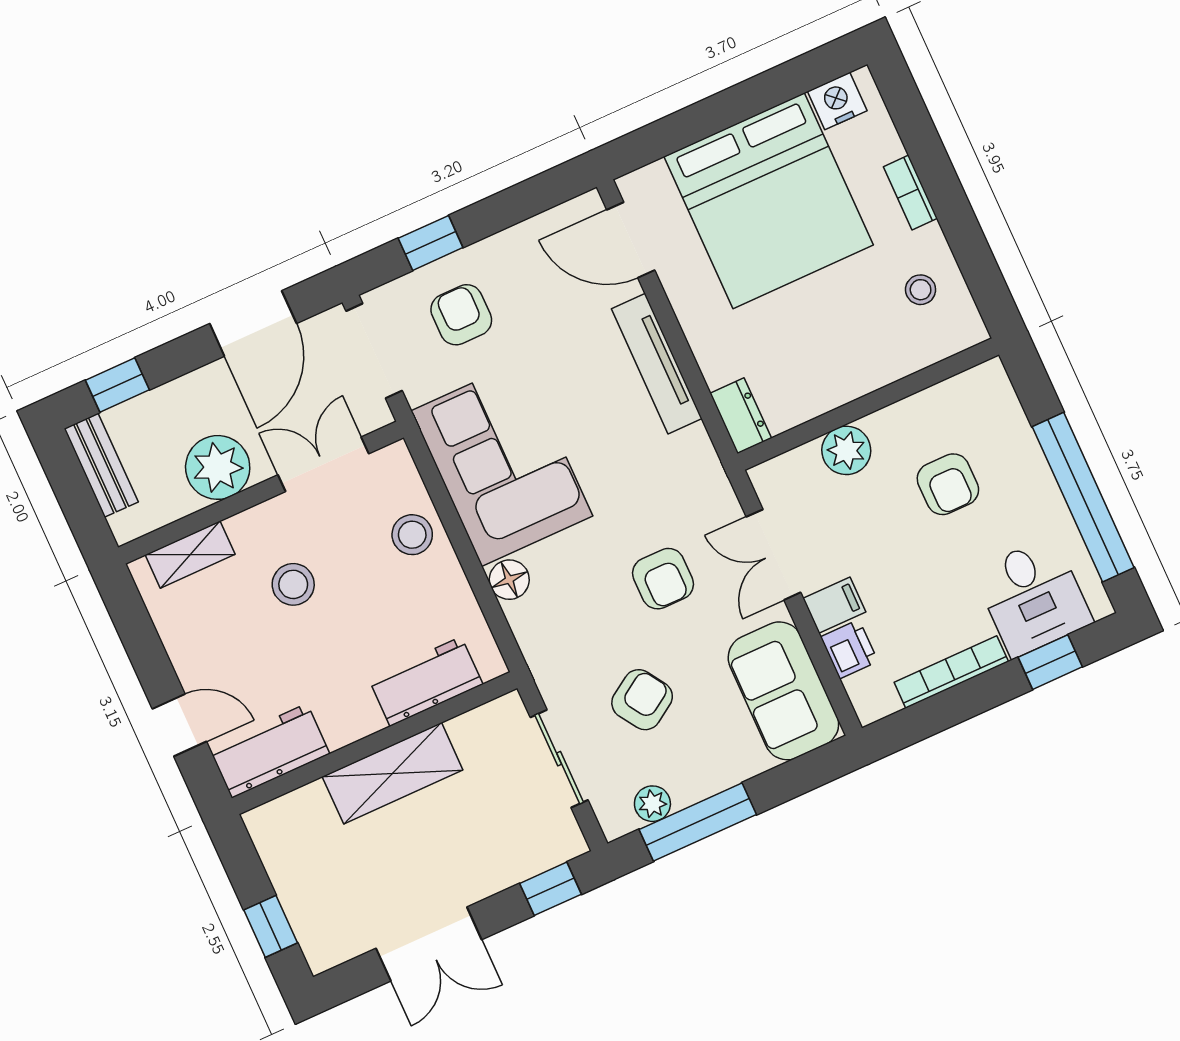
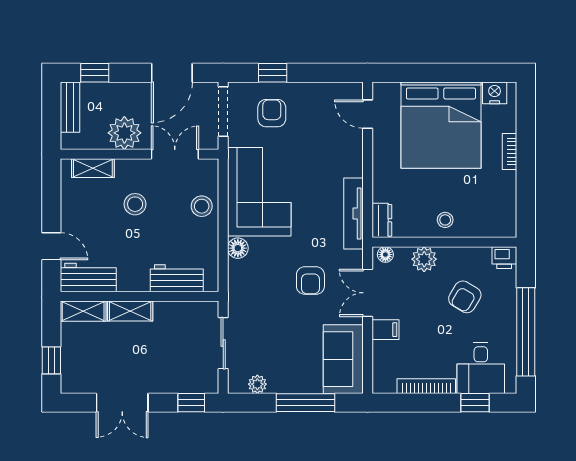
door: (631, 240) -> (368, 114), width x0.73
stool: (921, 290) -> (445, 220), moved
tv unit: (657, 364) -> (353, 213), moved
floor lamp: (774, 473) -> (385, 255), added
armchair: (948, 484) -> (465, 297), turned 31
printer: (849, 649) -> (504, 258), moved, turned 90
armchair: (642, 700) -> (275, 333), removed
shelving: (393, 773) -> (130, 311), width x0.67, depth x0.75
shelving: (287, 814) -> (83, 311), added
window: (698, 822) -> (306, 403), moved

